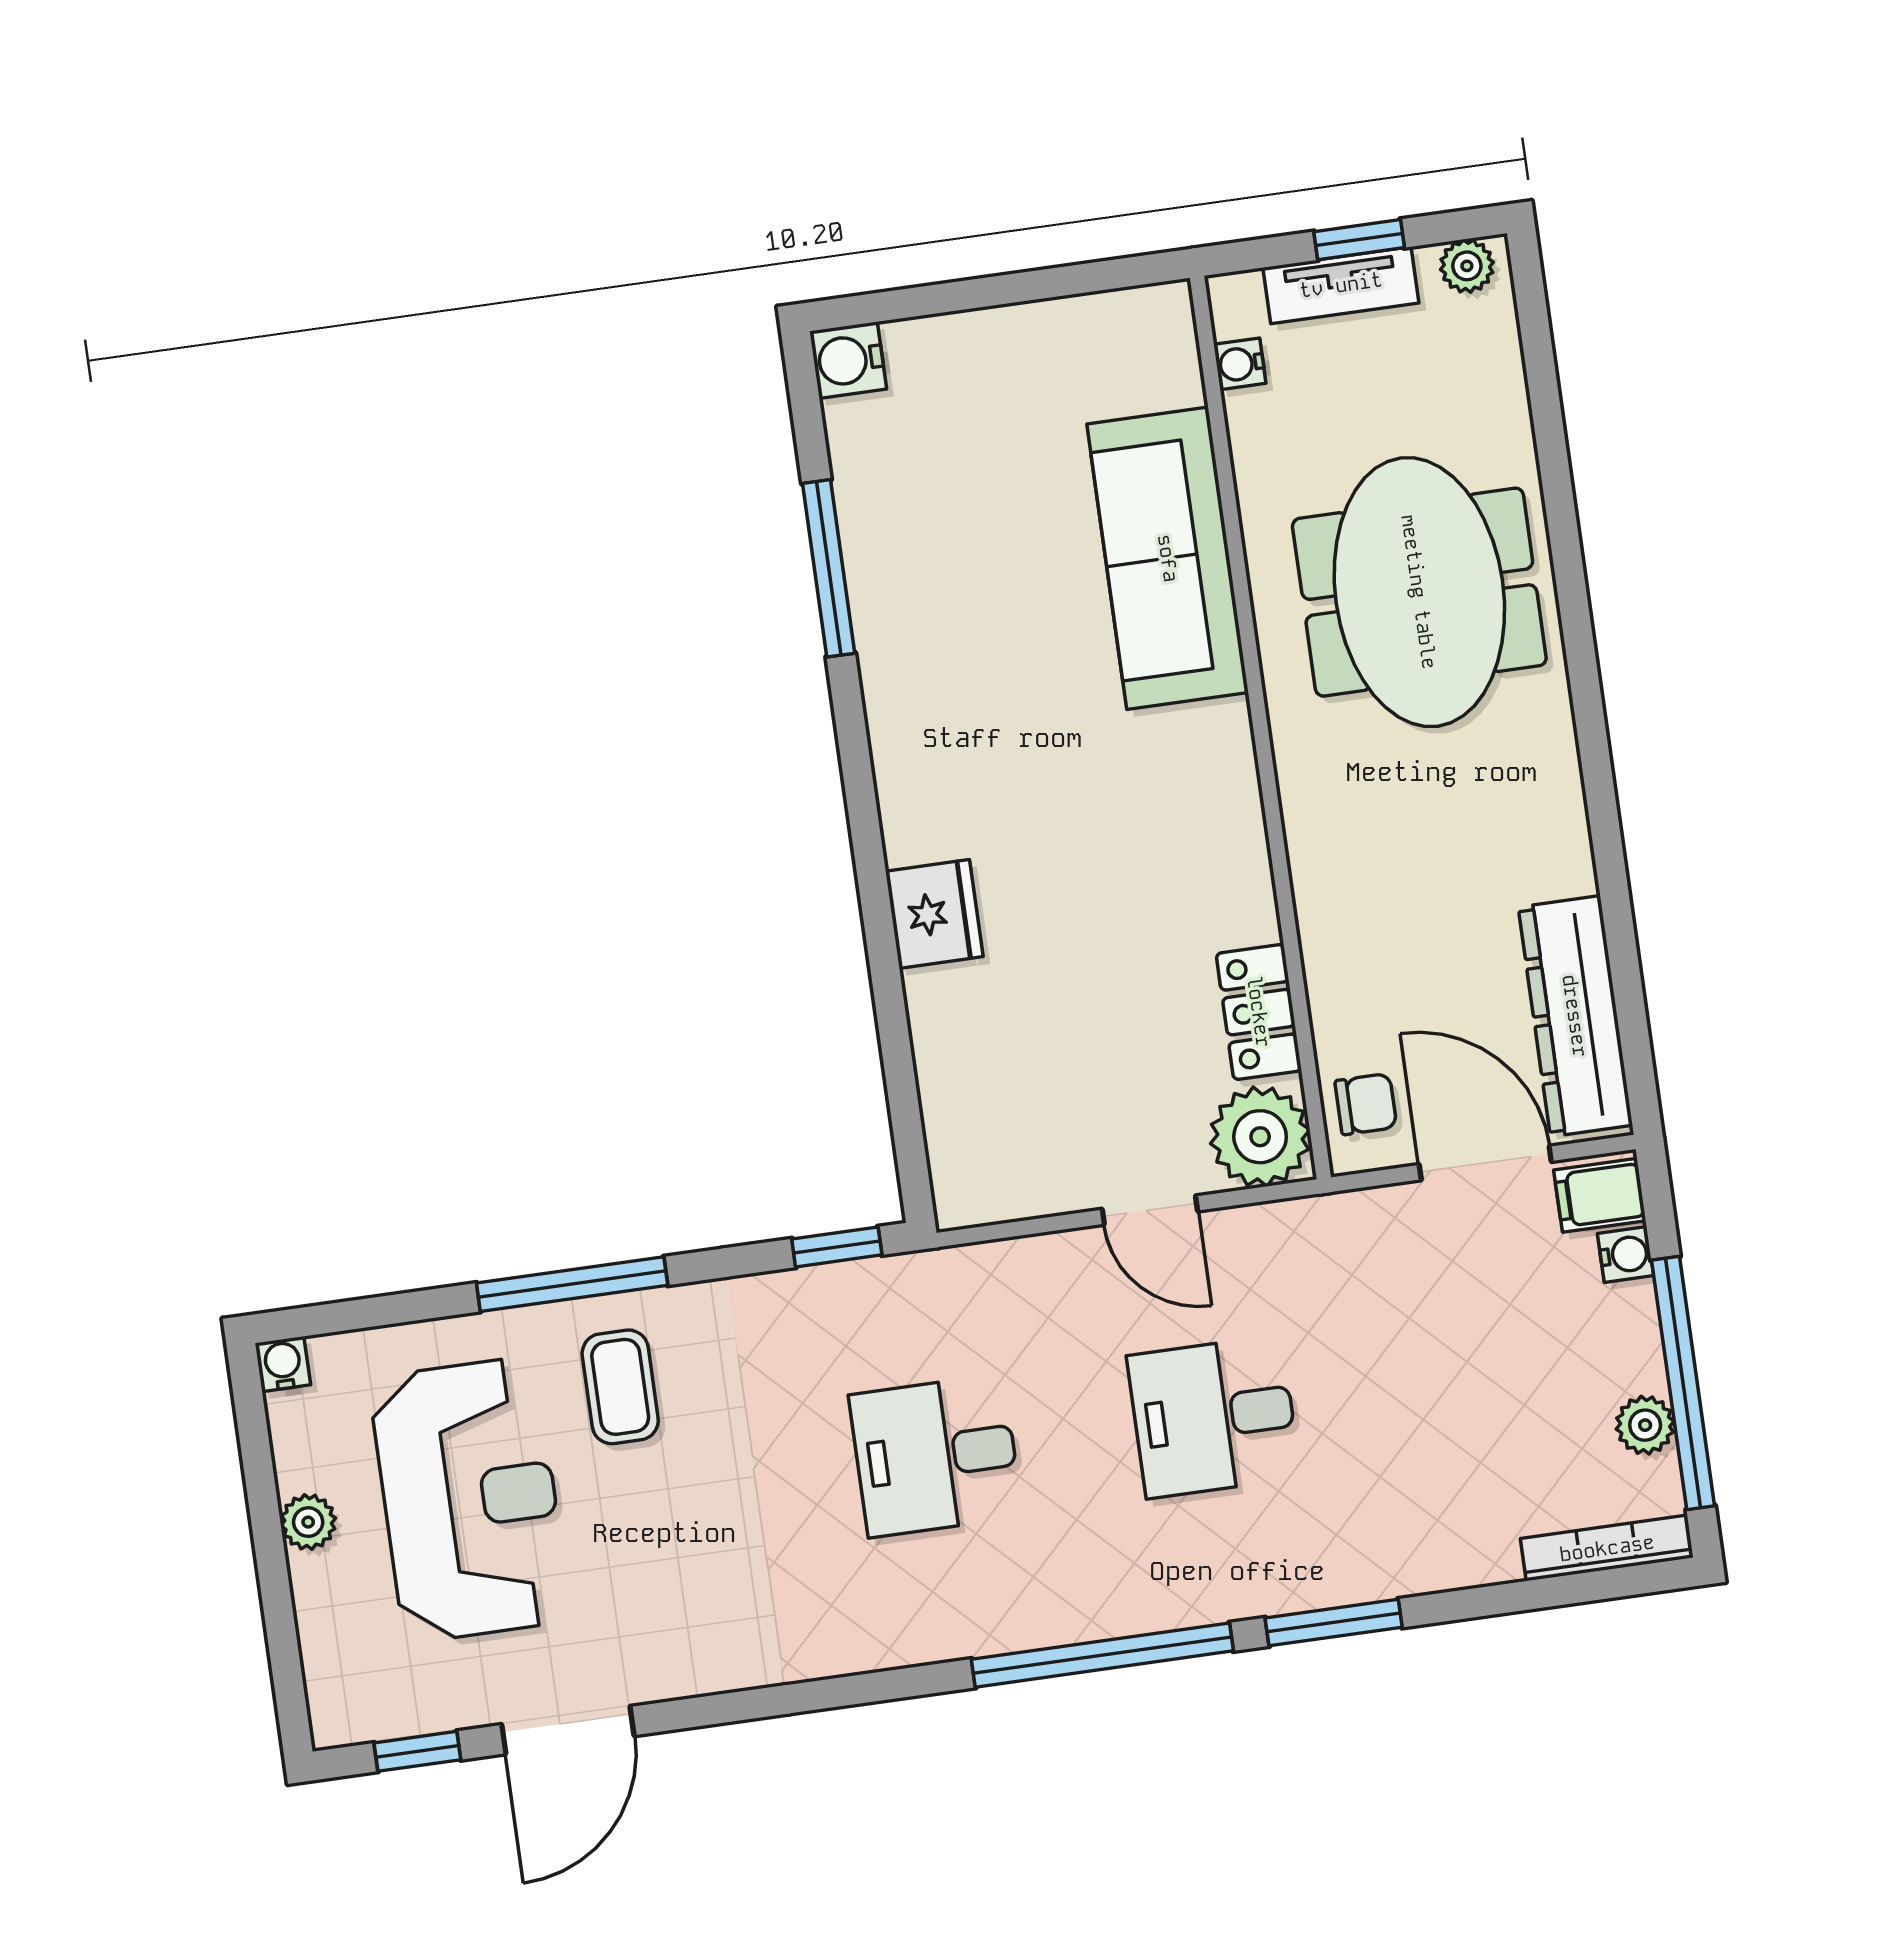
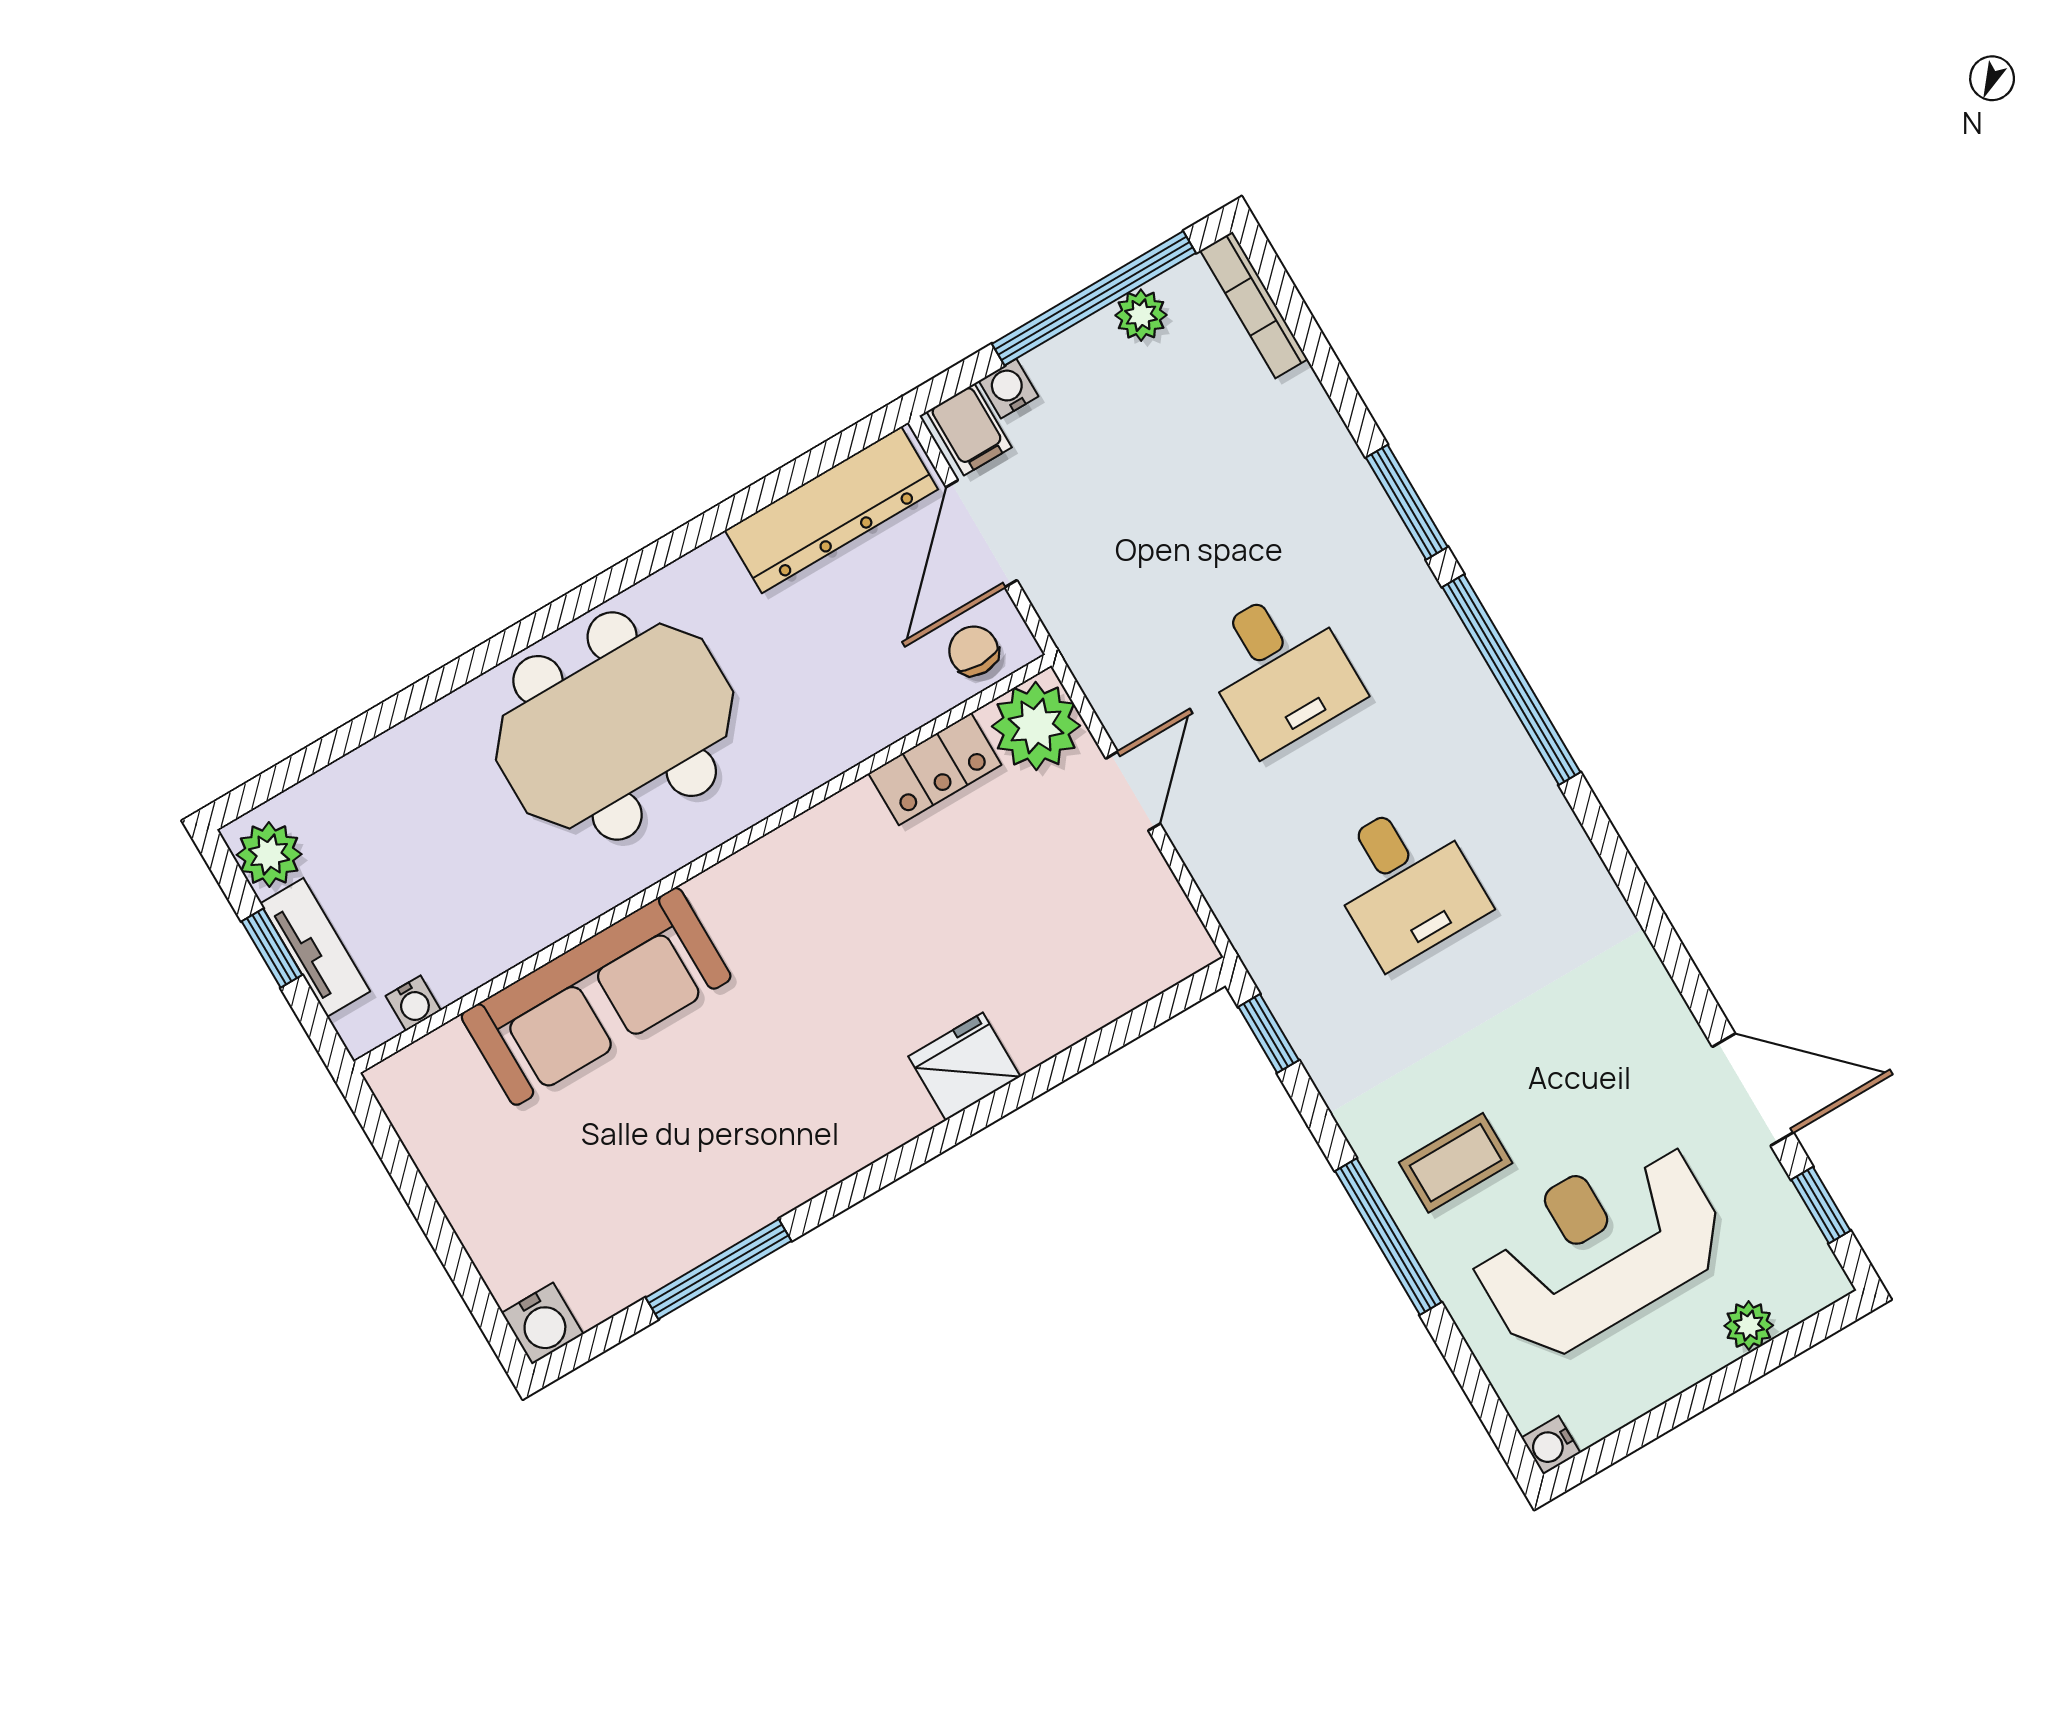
plant: (1467, 266) -> (269, 854), width x1.38, depth x1.38
meeting table: (1419, 592) -> (615, 726), moved
plant: (308, 1522) -> (1749, 1326), moved

